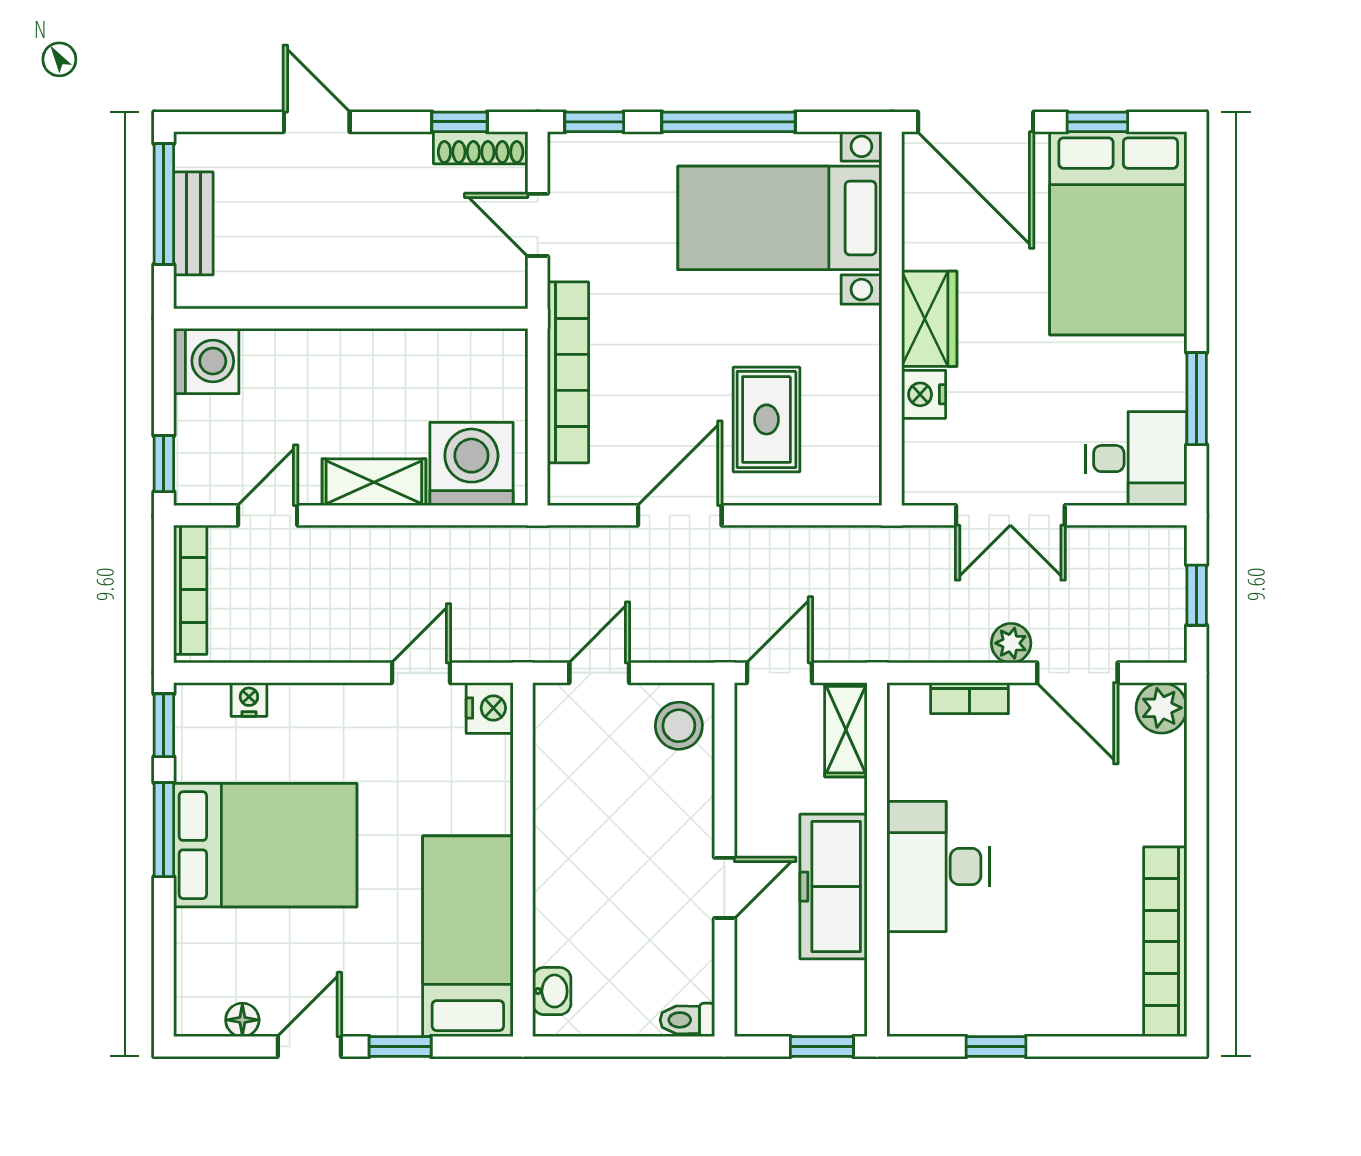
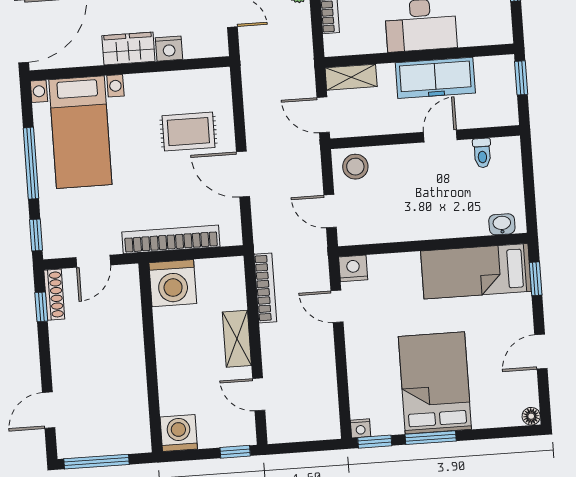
door: (317, 122) -> (49, 410), moved
bench: (193, 223) -> (106, 445), removed
washing machine: (471, 464) -> (173, 283), moved, turned -90
bookcase: (190, 590) -> (265, 288), moved, turned 90
nightstand: (249, 699) -> (361, 428), moved, turned -90
door: (724, 888) -> (440, 136), hinge flipped
floor lamp: (242, 1020) -> (531, 416), moved
toilet: (687, 1020) -> (482, 153), moved
door: (309, 1046) -> (541, 352), hinge flipped
window: (400, 1046) -> (536, 279), moved

